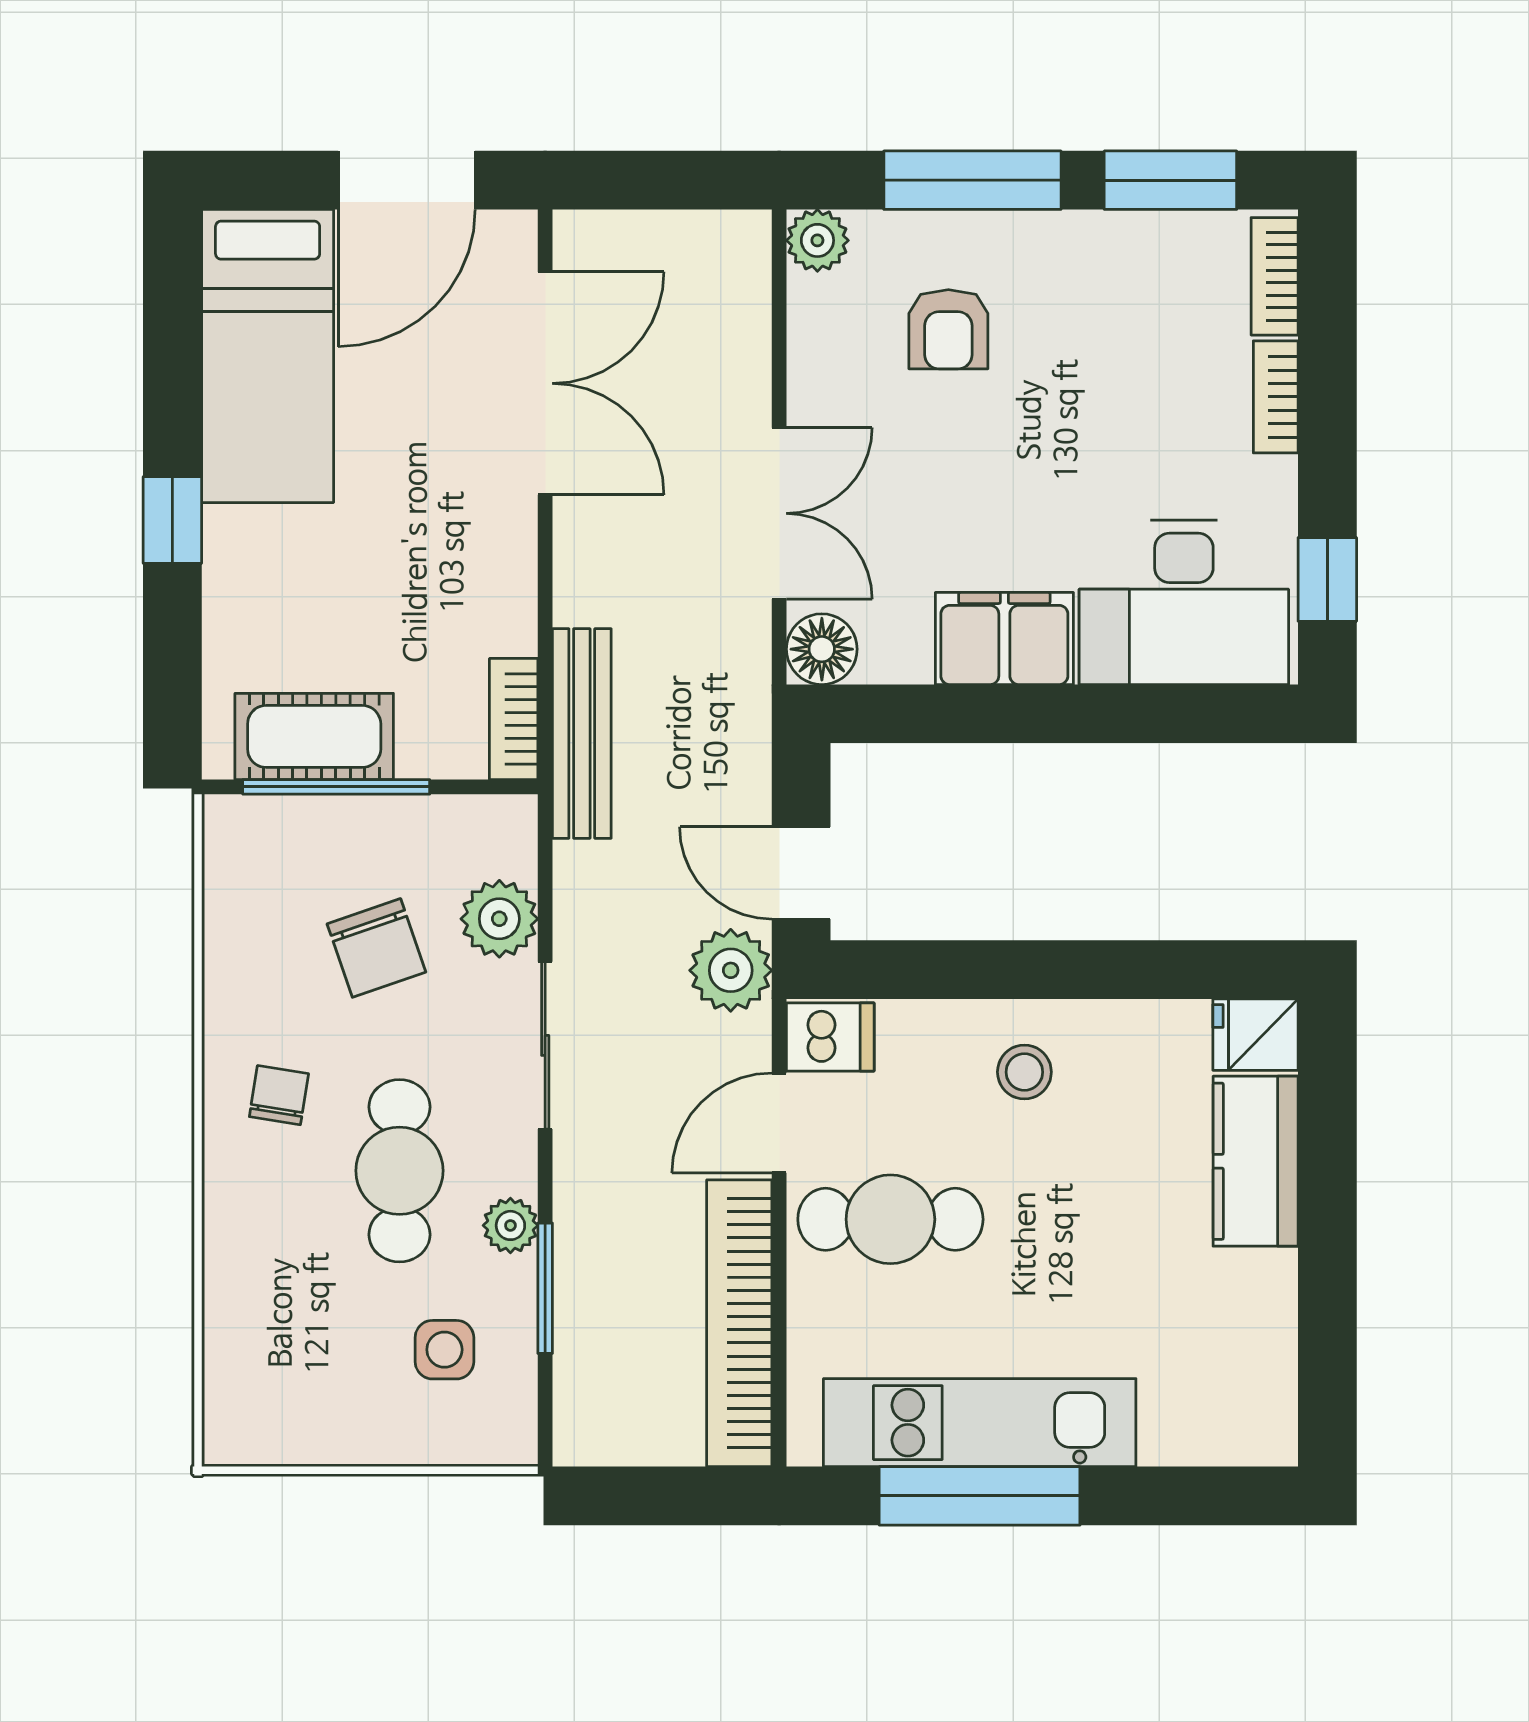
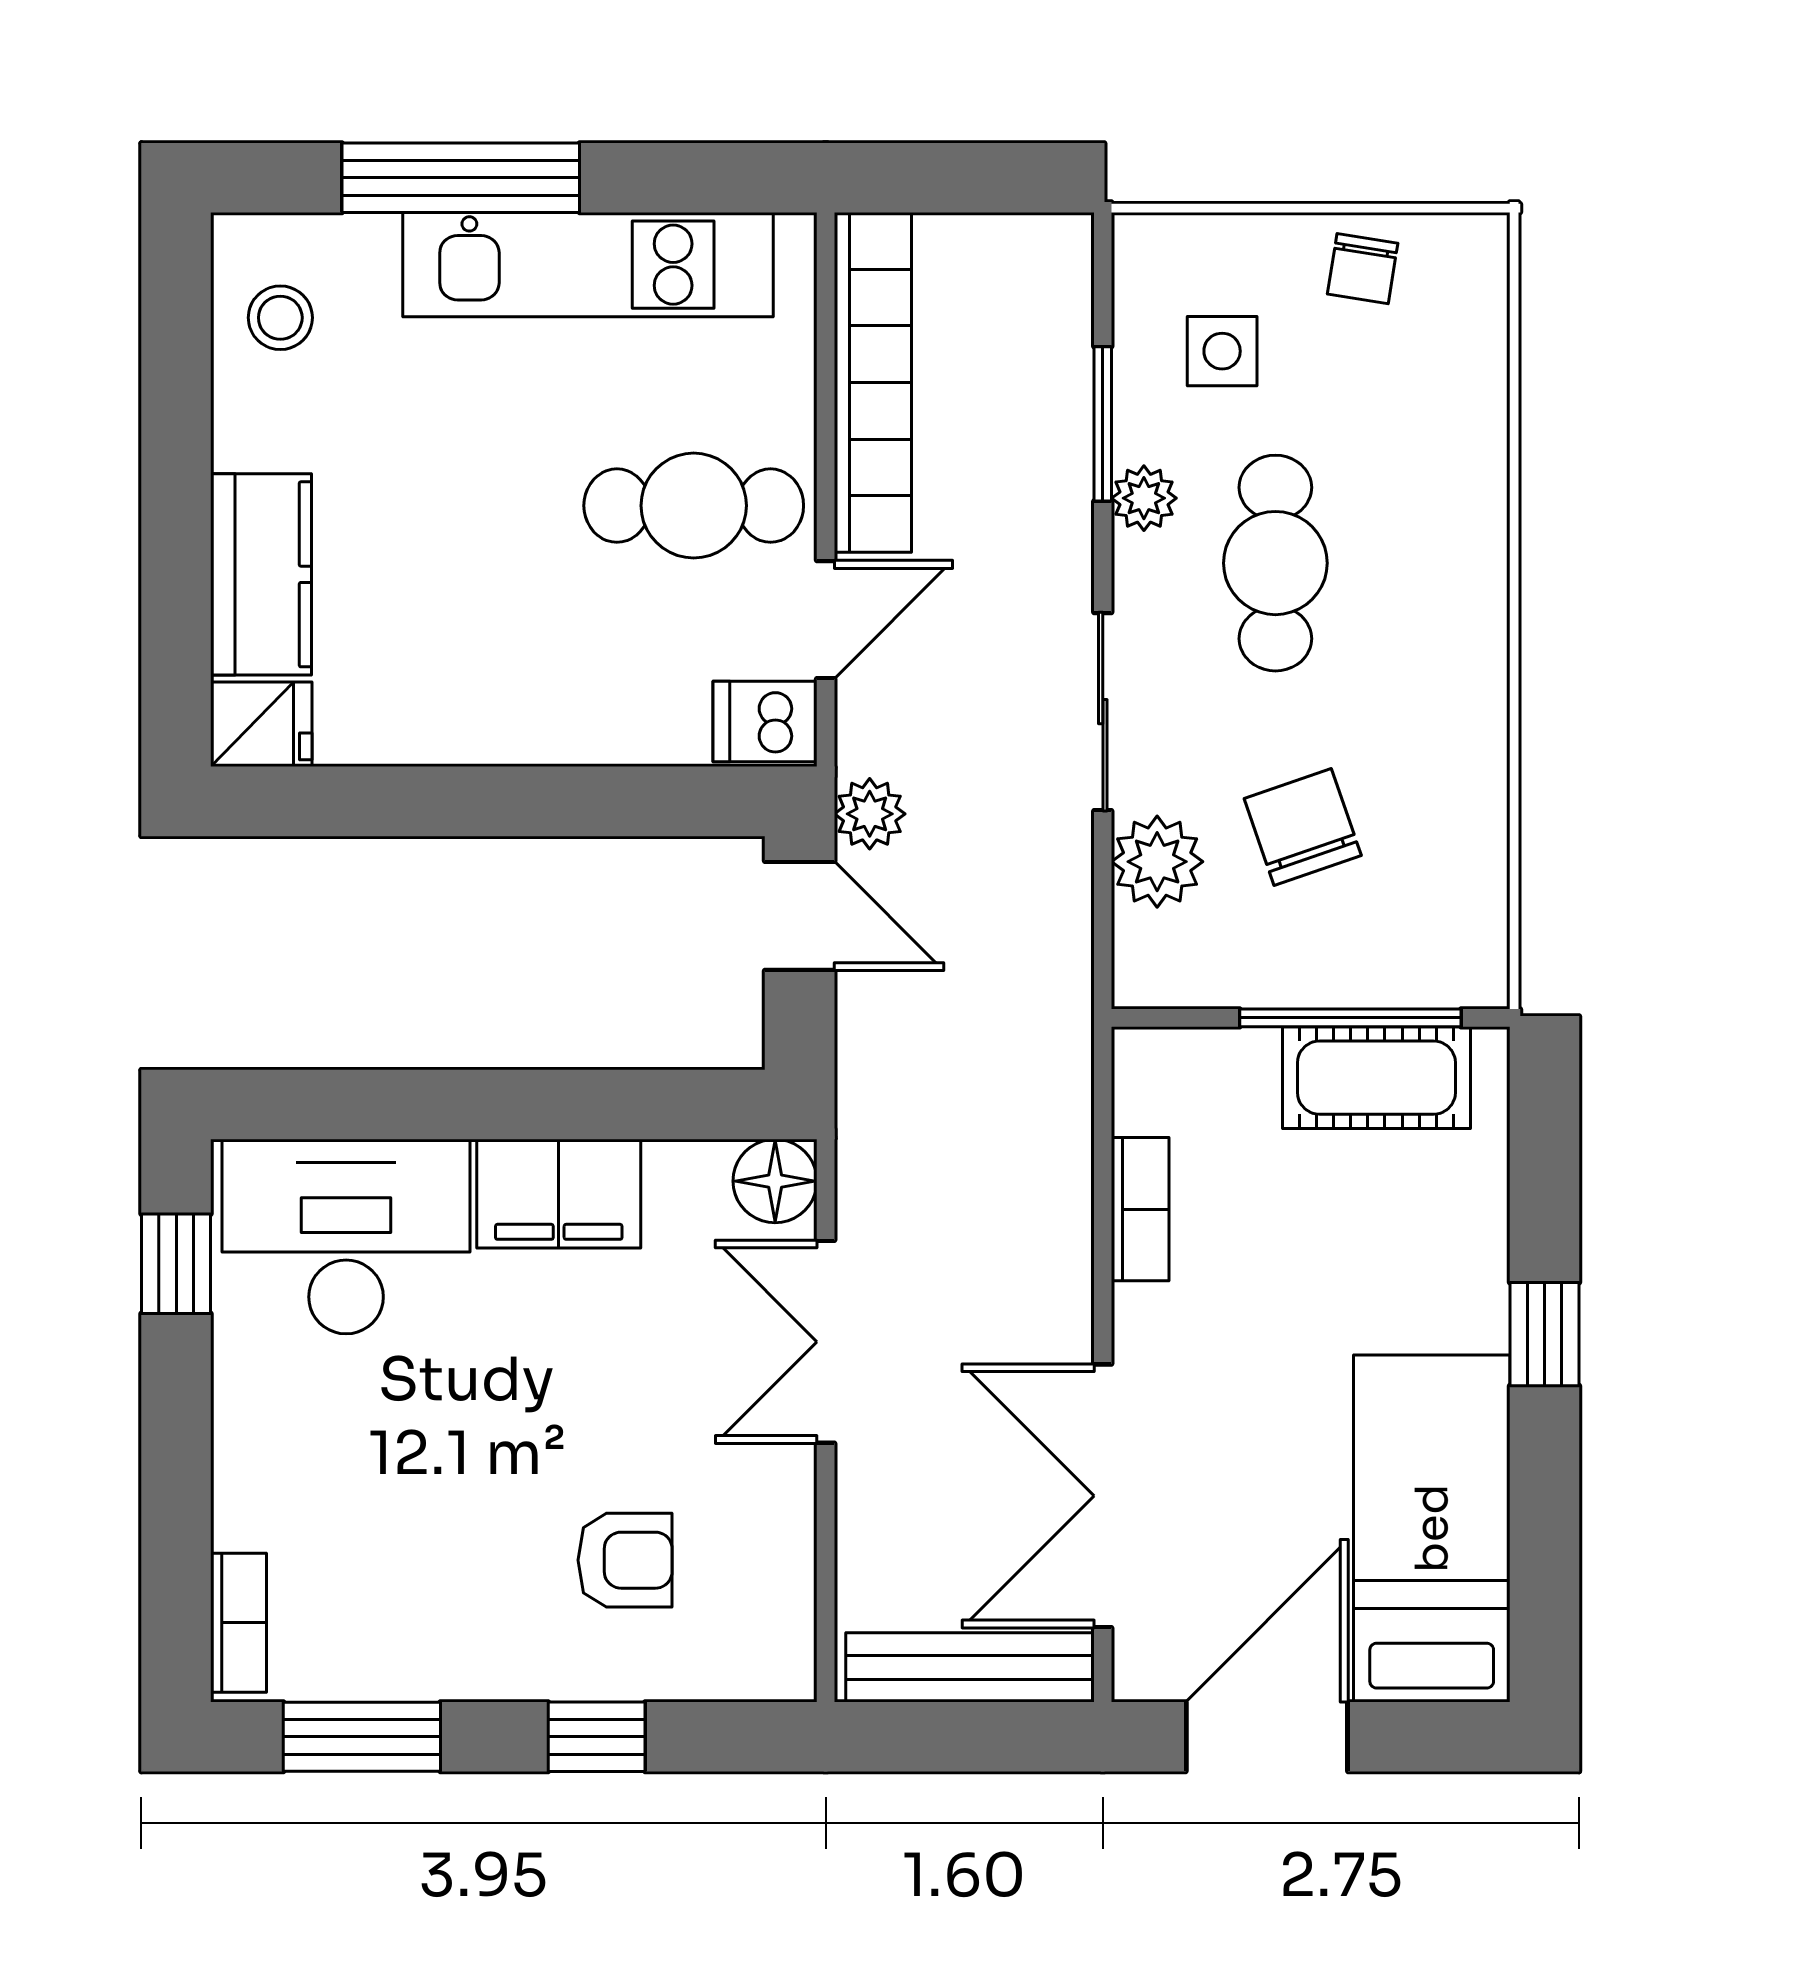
window: (972, 180) -> (597, 1737), width x0.46
plant: (817, 240) -> (780, 1665), removed
armchair: (948, 329) -> (625, 1560), turned 90
bookcase: (1276, 397) -> (237, 1480), removed
bookcase: (514, 719) -> (1140, 1209), moved
bench: (582, 733) -> (970, 1667), moved, turned 90
plant: (731, 970) -> (870, 814), width x0.73, depth x0.73
stool: (1024, 1072) -> (280, 318), moved
chair: (279, 1095) -> (1363, 269), moved
window: (980, 1496) -> (461, 178), moved

